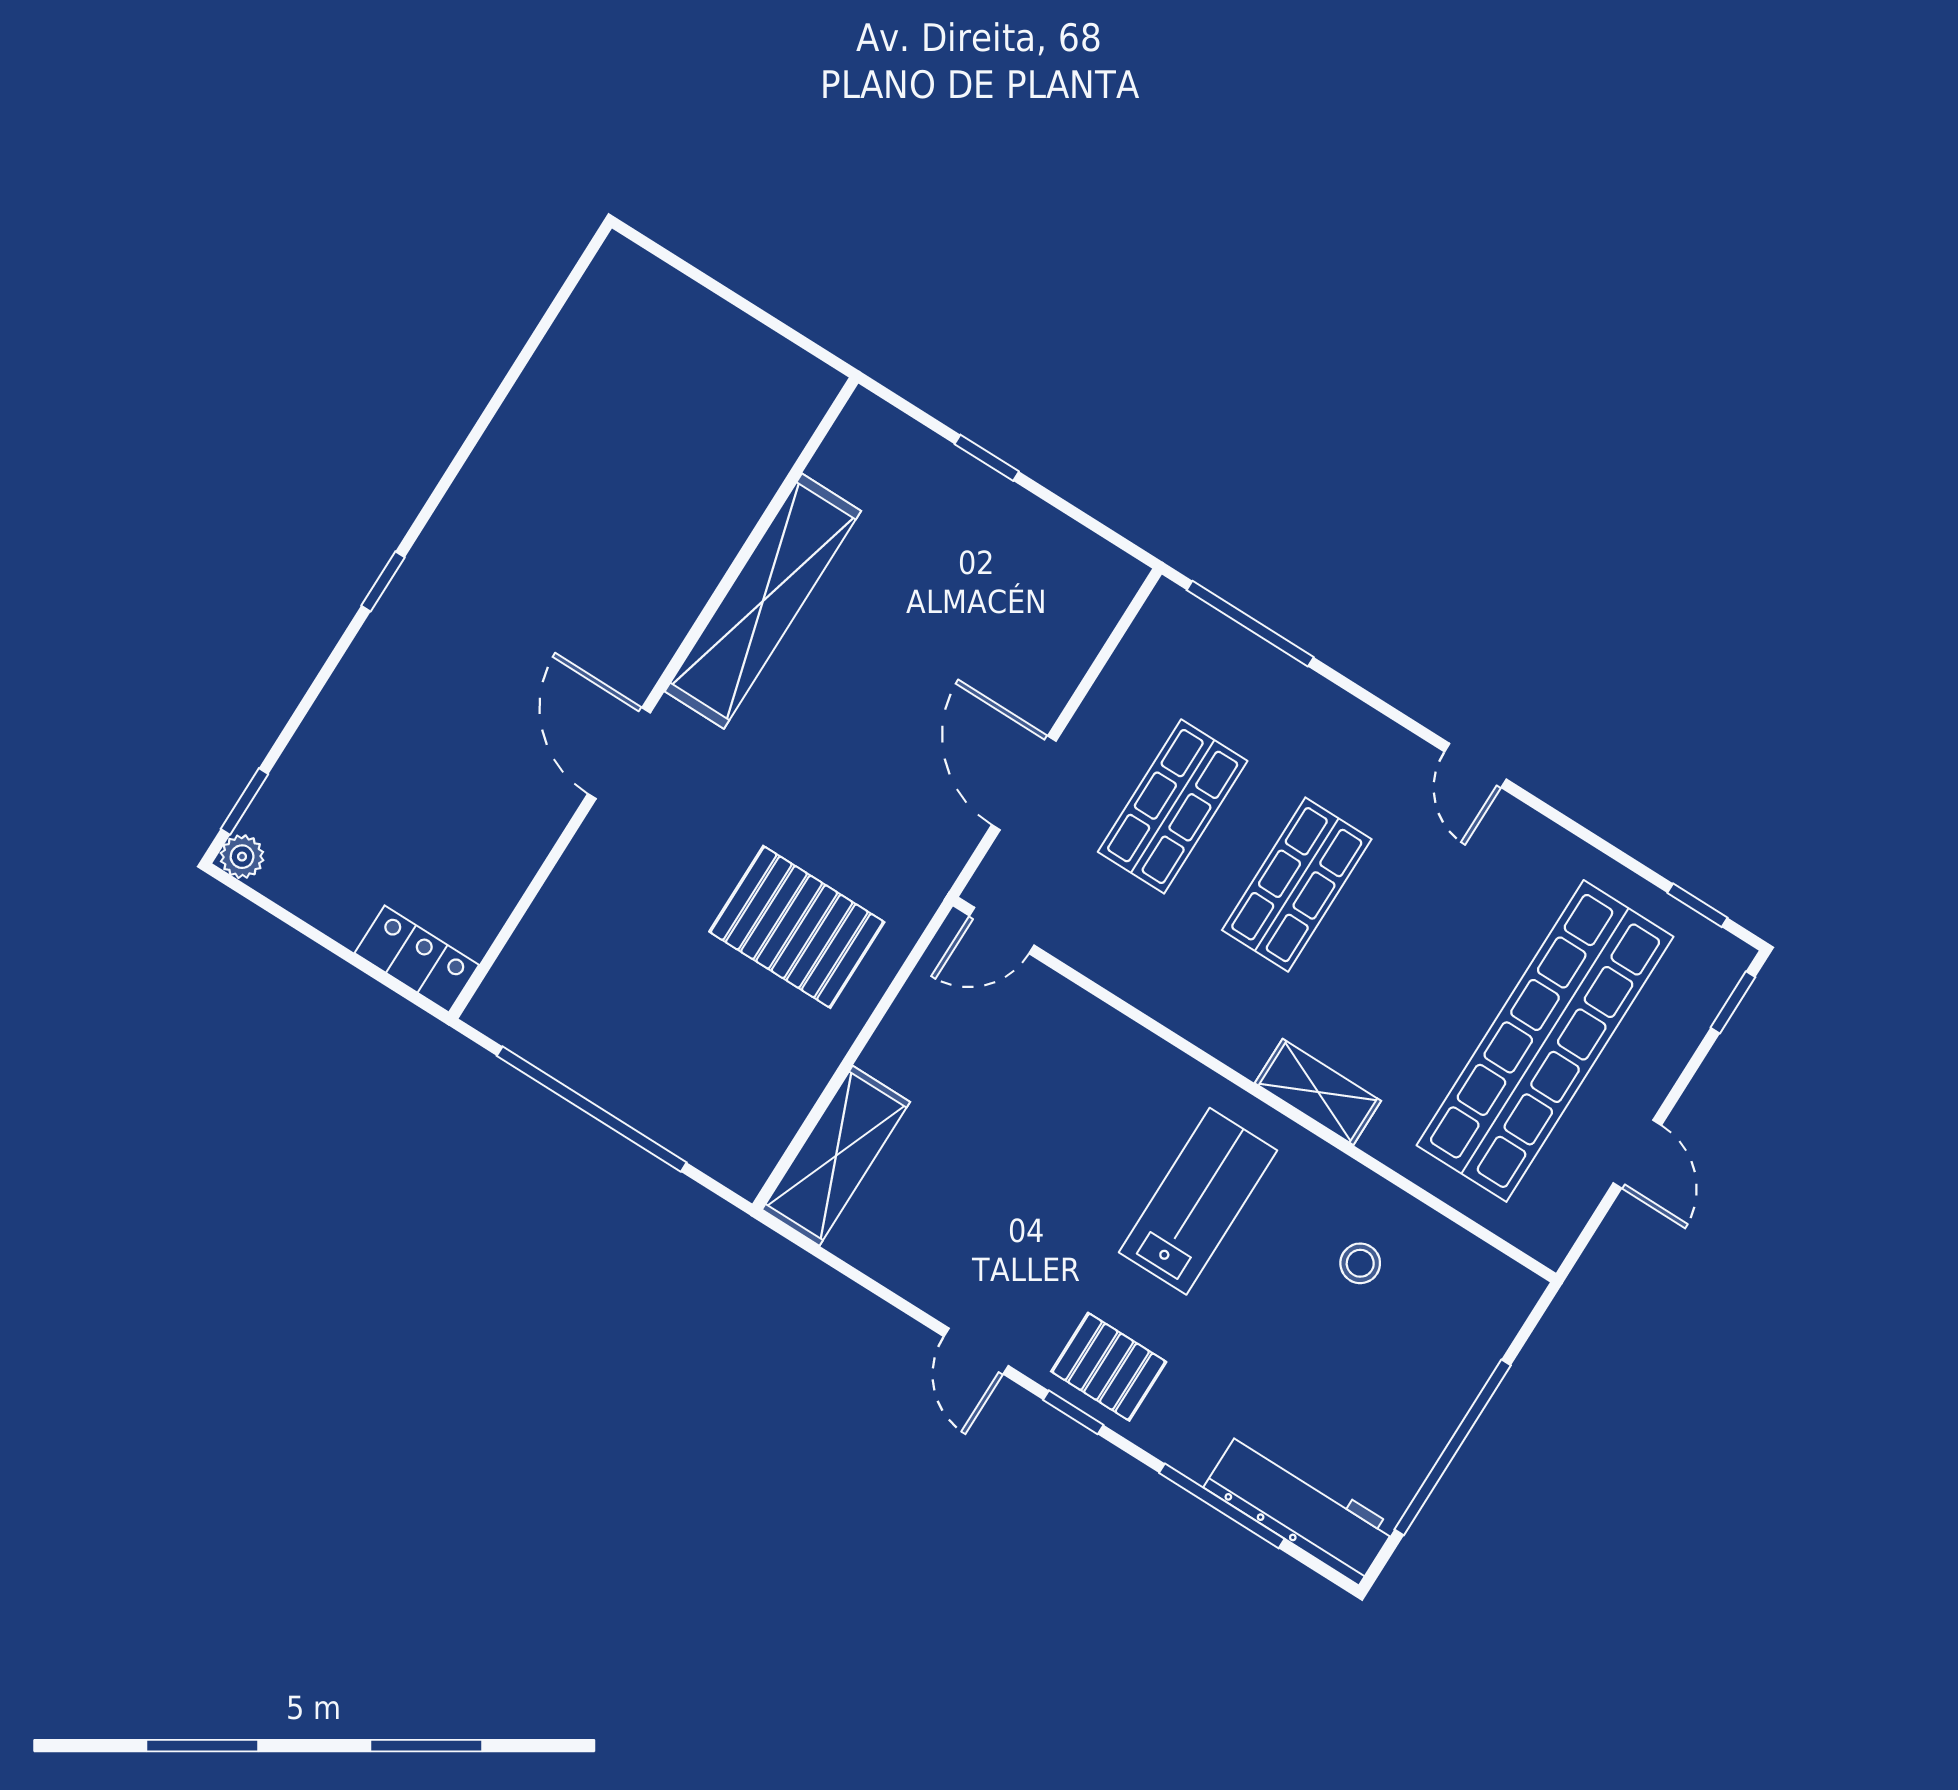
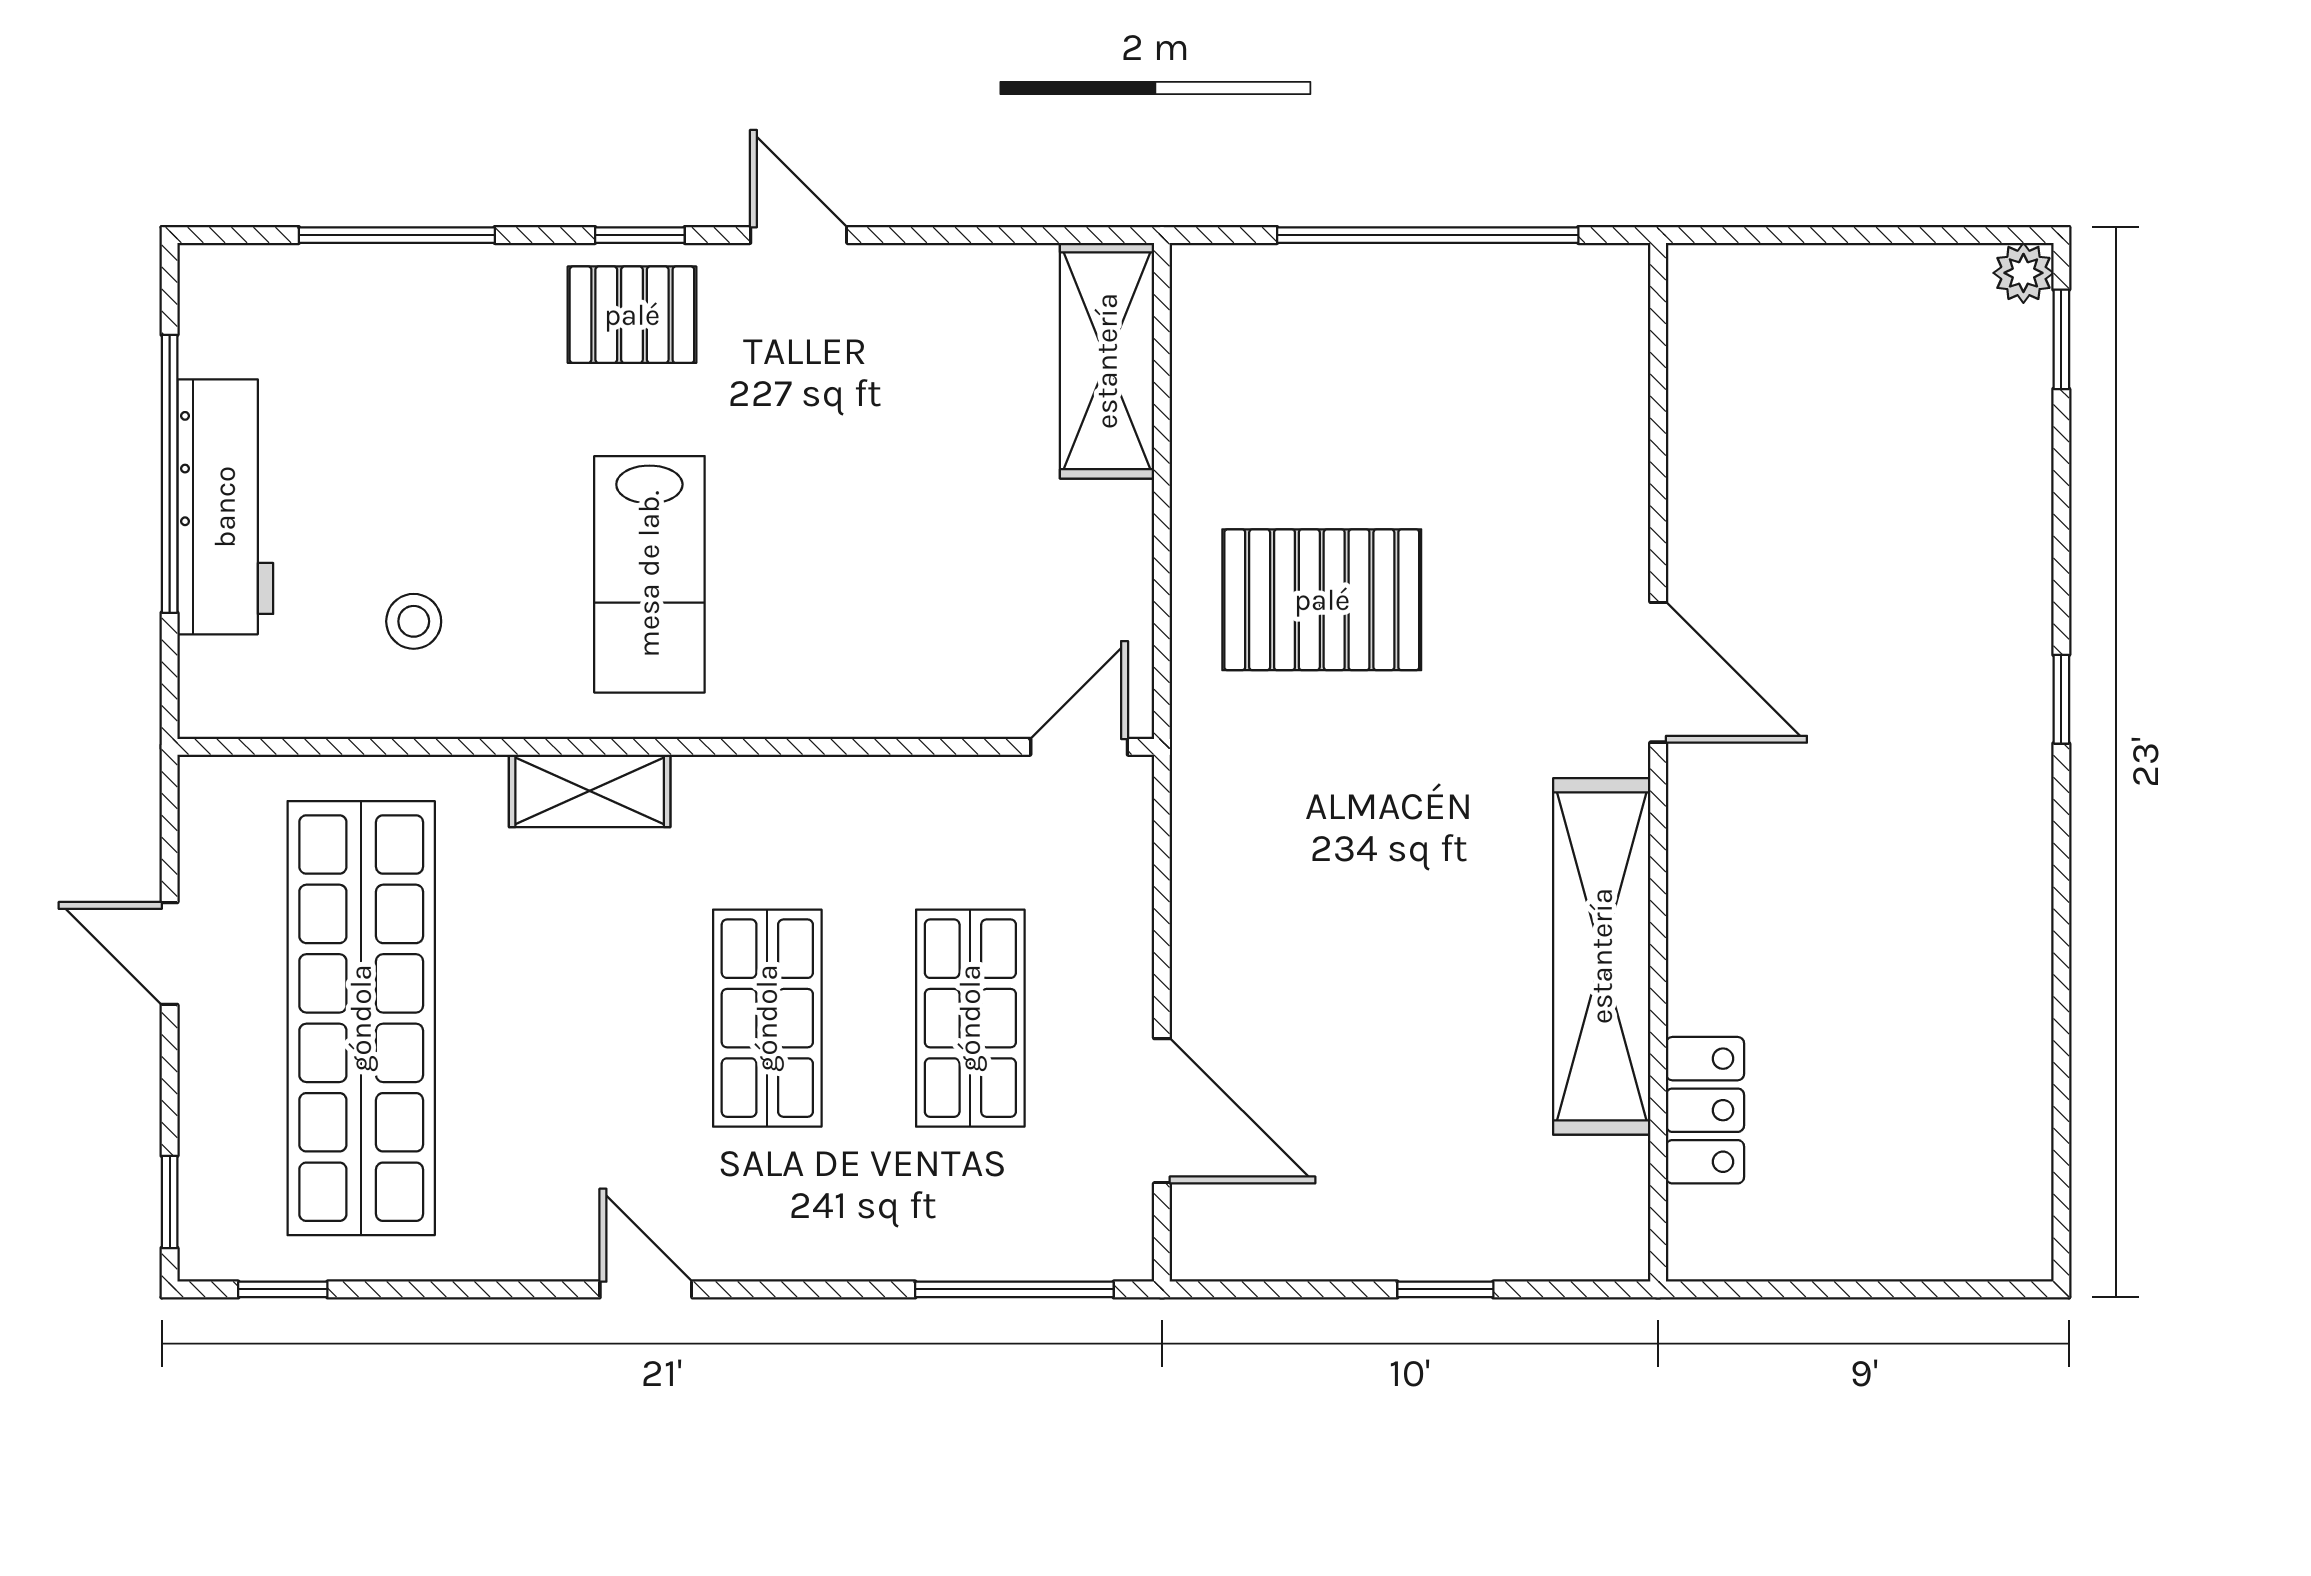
door: (1024, 783) -> (1162, 1111), moved
locker: (417, 959) -> (1705, 1110), moved, turned -90
workbench: (1299, 1507) -> (225, 507), moved, turned -90

